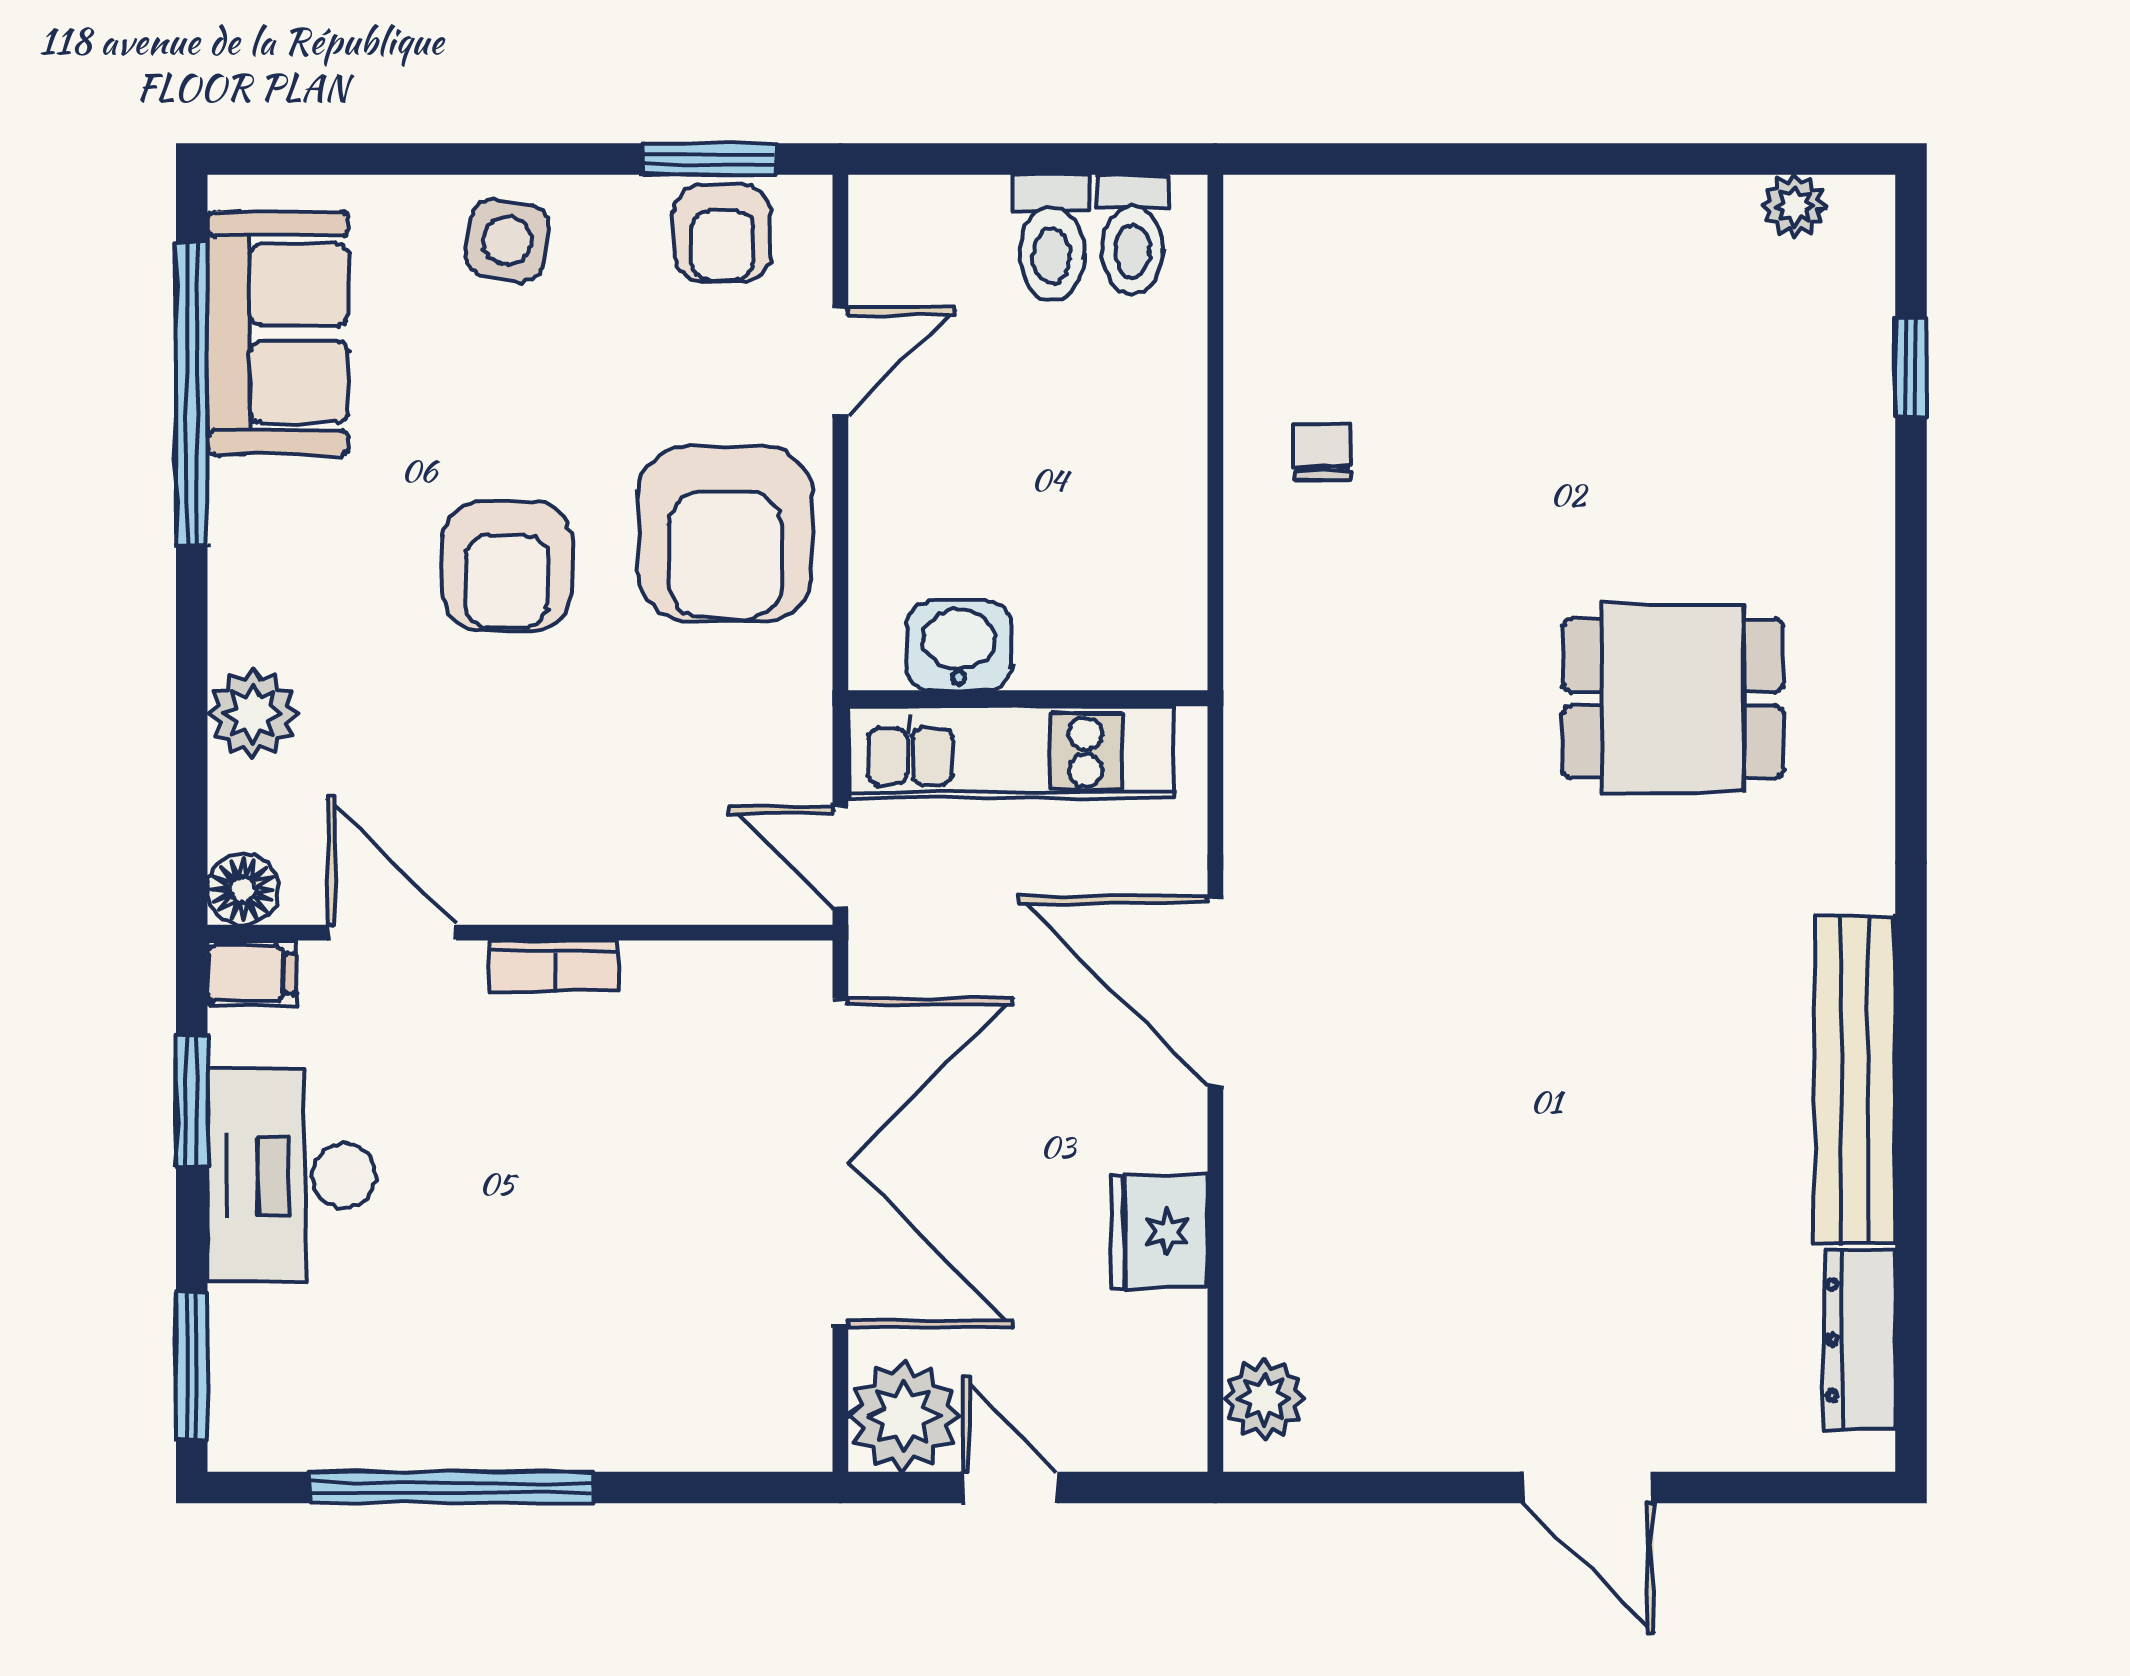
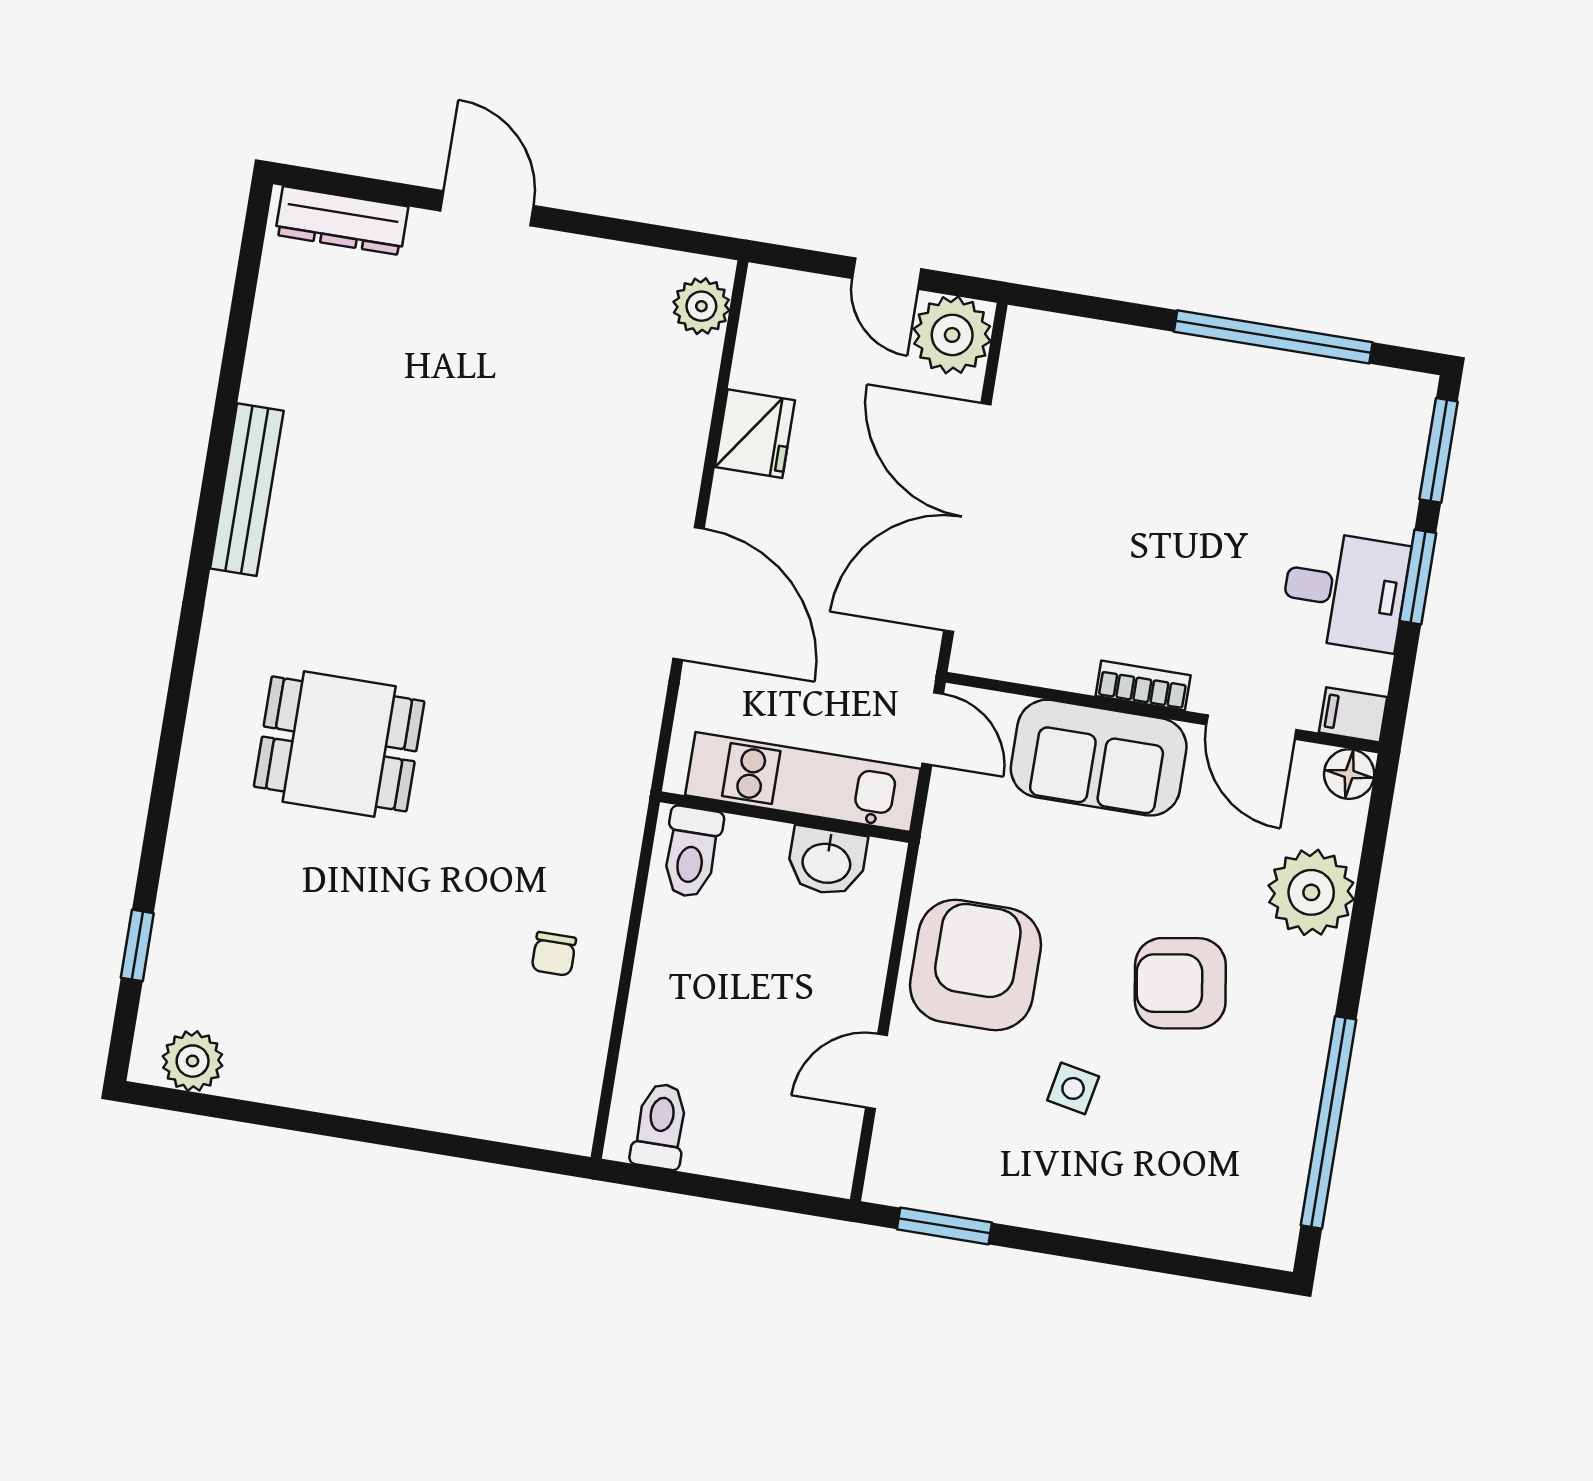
plant: (1795, 206) -> (193, 1061), width x1.38, depth x1.38
armchair: (722, 233) -> (944, 1173), removed
toilet: (1052, 238) -> (692, 852), moved, turned 180
side table: (507, 240) -> (1073, 1088), moved, width x0.73, depth x0.73
sofa: (278, 333) -> (1099, 758), moved, turned -90
armchair: (507, 566) -> (1180, 983), moved, turned -99
plant: (253, 714) -> (1311, 892), width x1.36, depth x1.36
bench: (1855, 1079) -> (247, 490), width x0.73, depth x0.82
window: (192, 1101) -> (1418, 577), moved
desk: (292, 1176) -> (1345, 591), width x0.73
dresser: (1860, 1340) -> (342, 221), moved, turned 90

